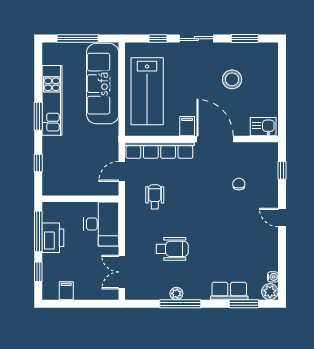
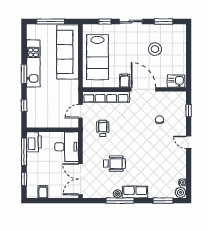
printer: (53, 238) -> (34, 142), moved
double door: (122, 272) -> (80, 179), width x1.37
row of seats: (229, 291) -> (135, 192), moved

